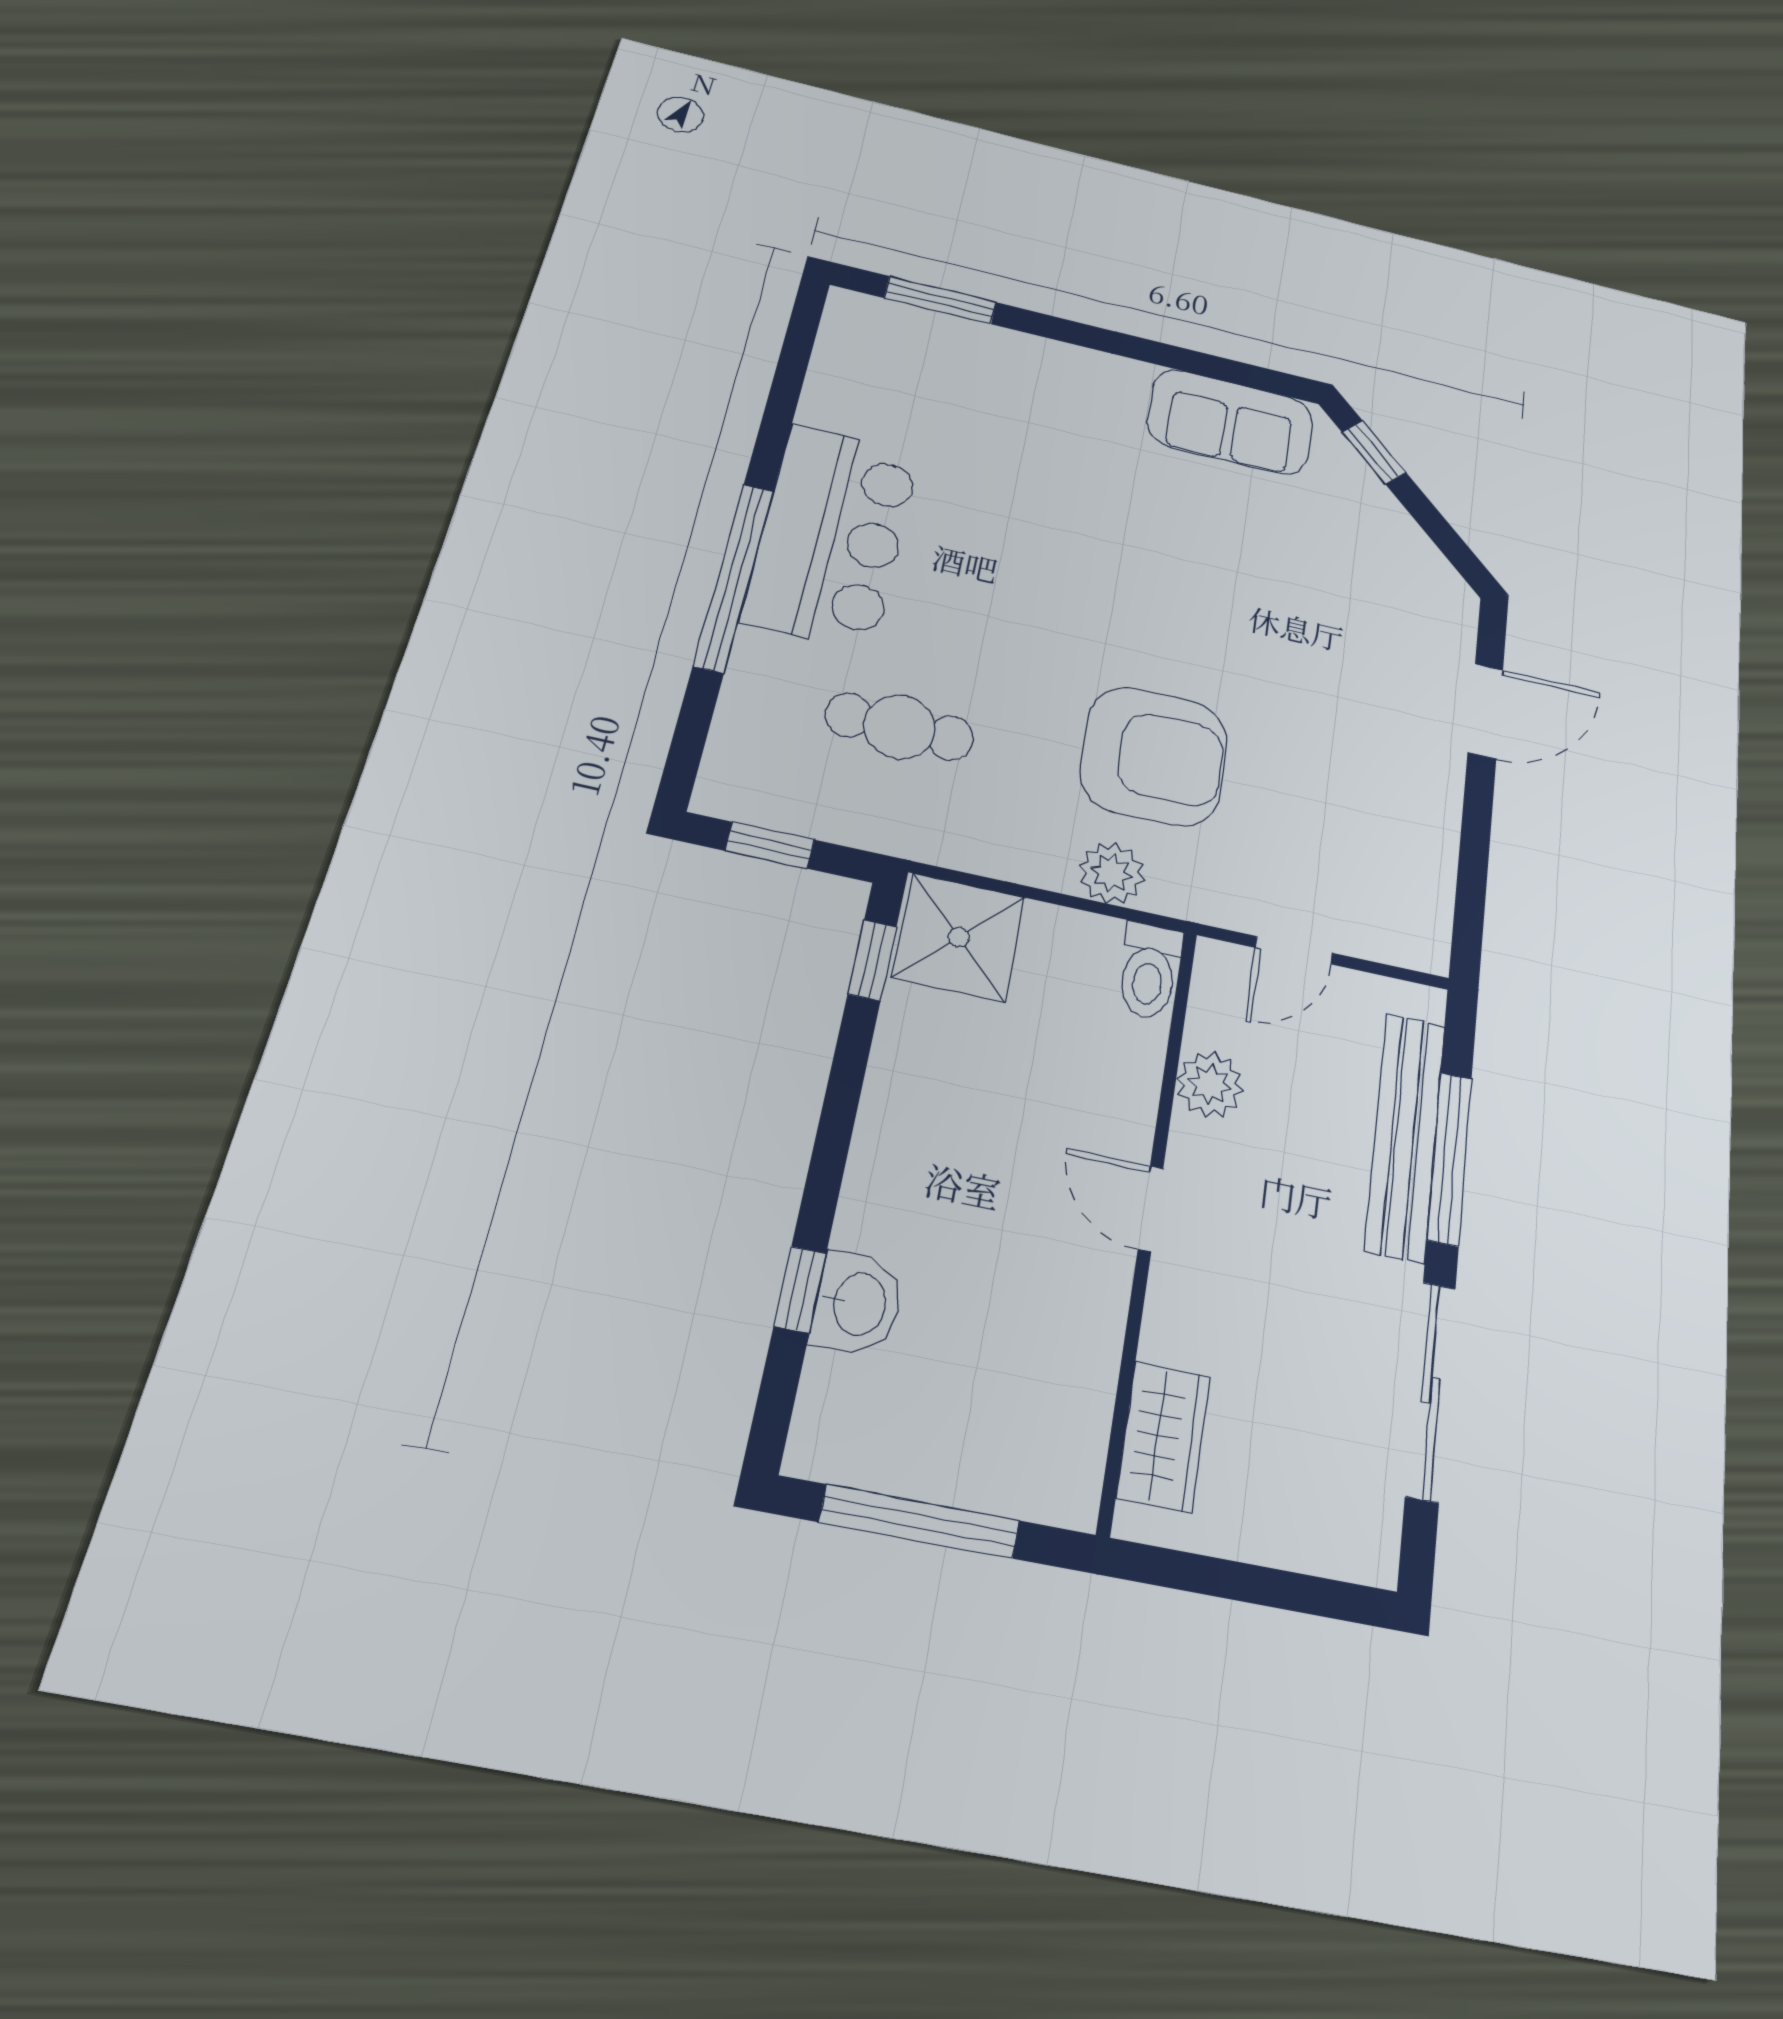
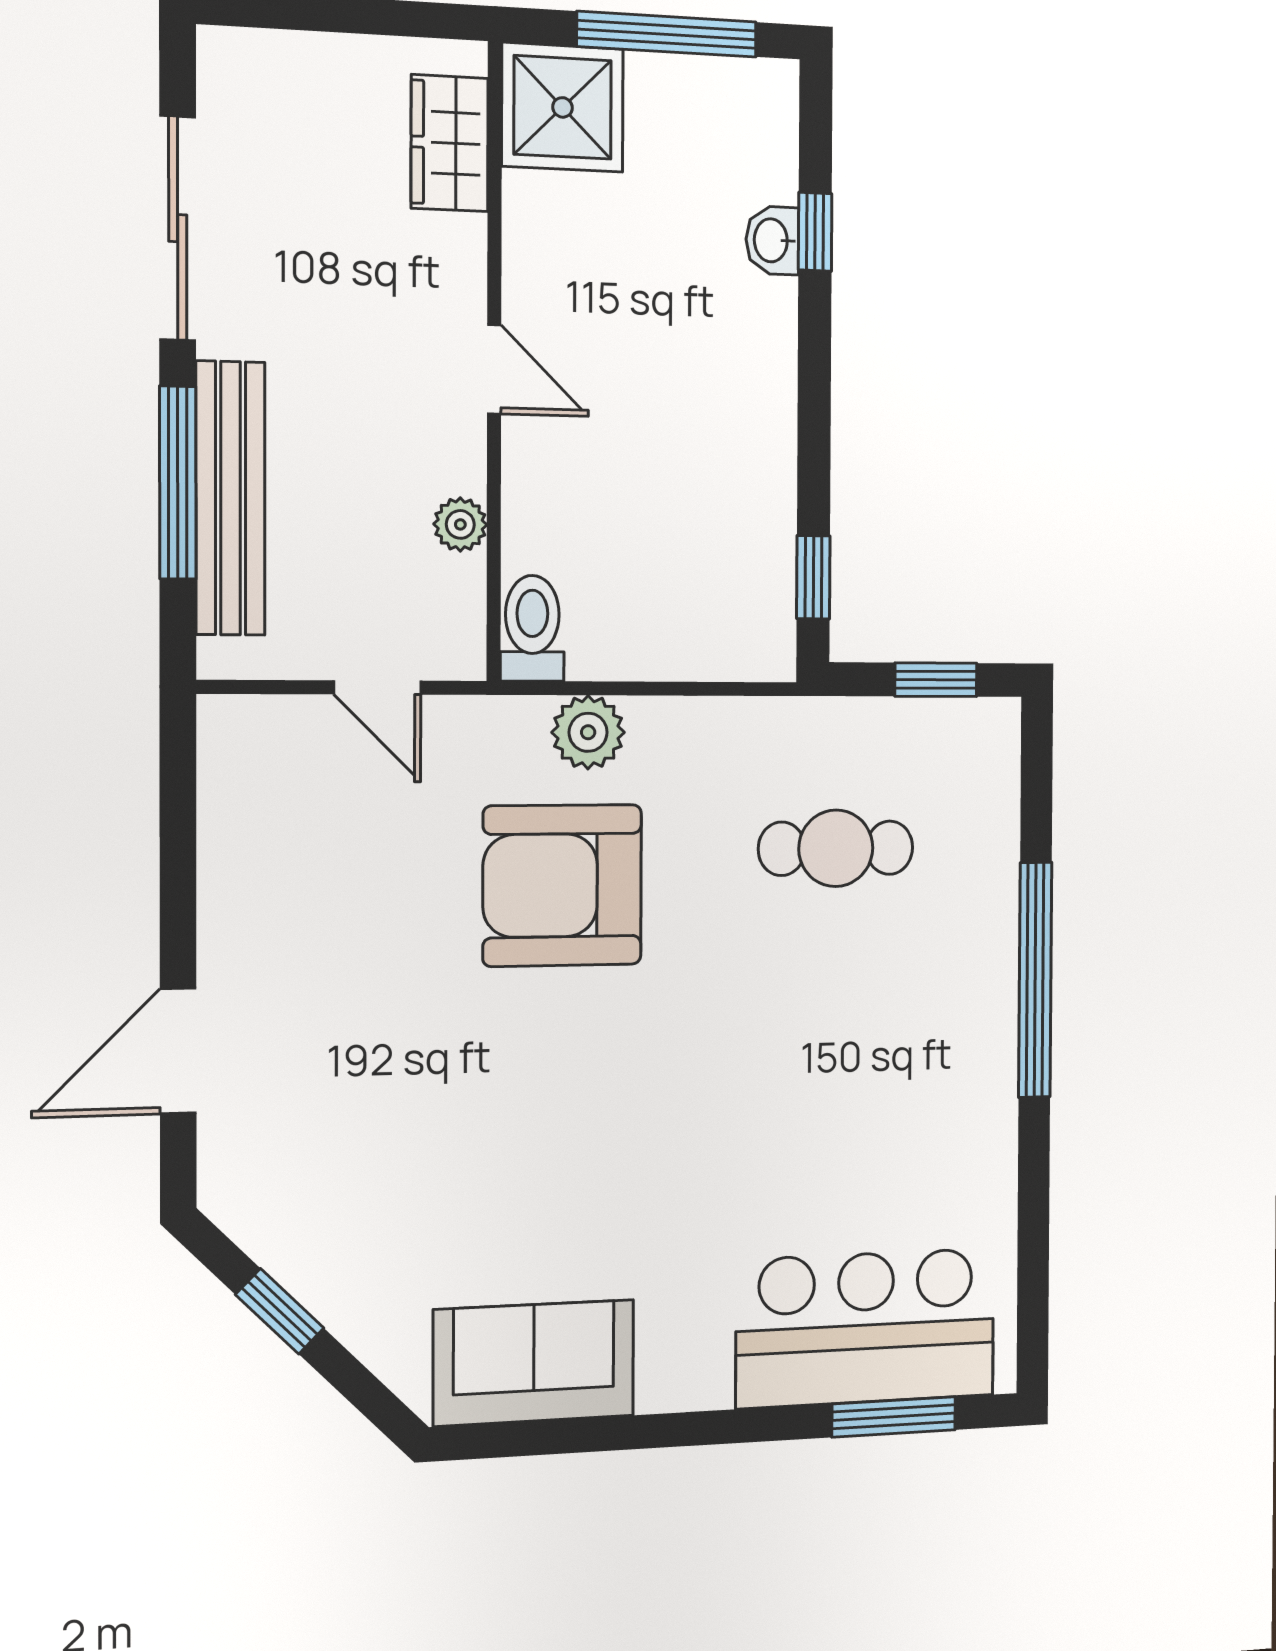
window: (1374, 452) -> (280, 1311), moved
bar counter: (832, 536) -> (866, 1328), moved, turned 90
shower: (959, 937) -> (562, 107), moved
door: (1294, 950) -> (377, 688), swing flipped
plant: (1210, 1084) -> (460, 524), width x0.73, depth x0.73
washbasin: (857, 1304) -> (772, 240), width x0.72, depth x0.69

